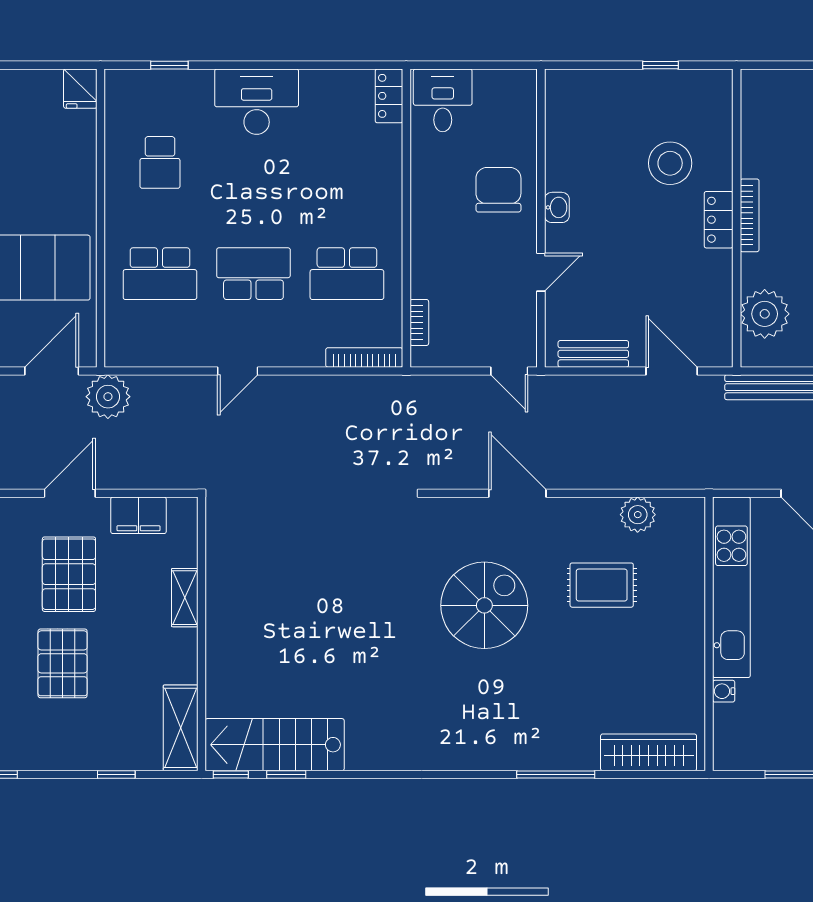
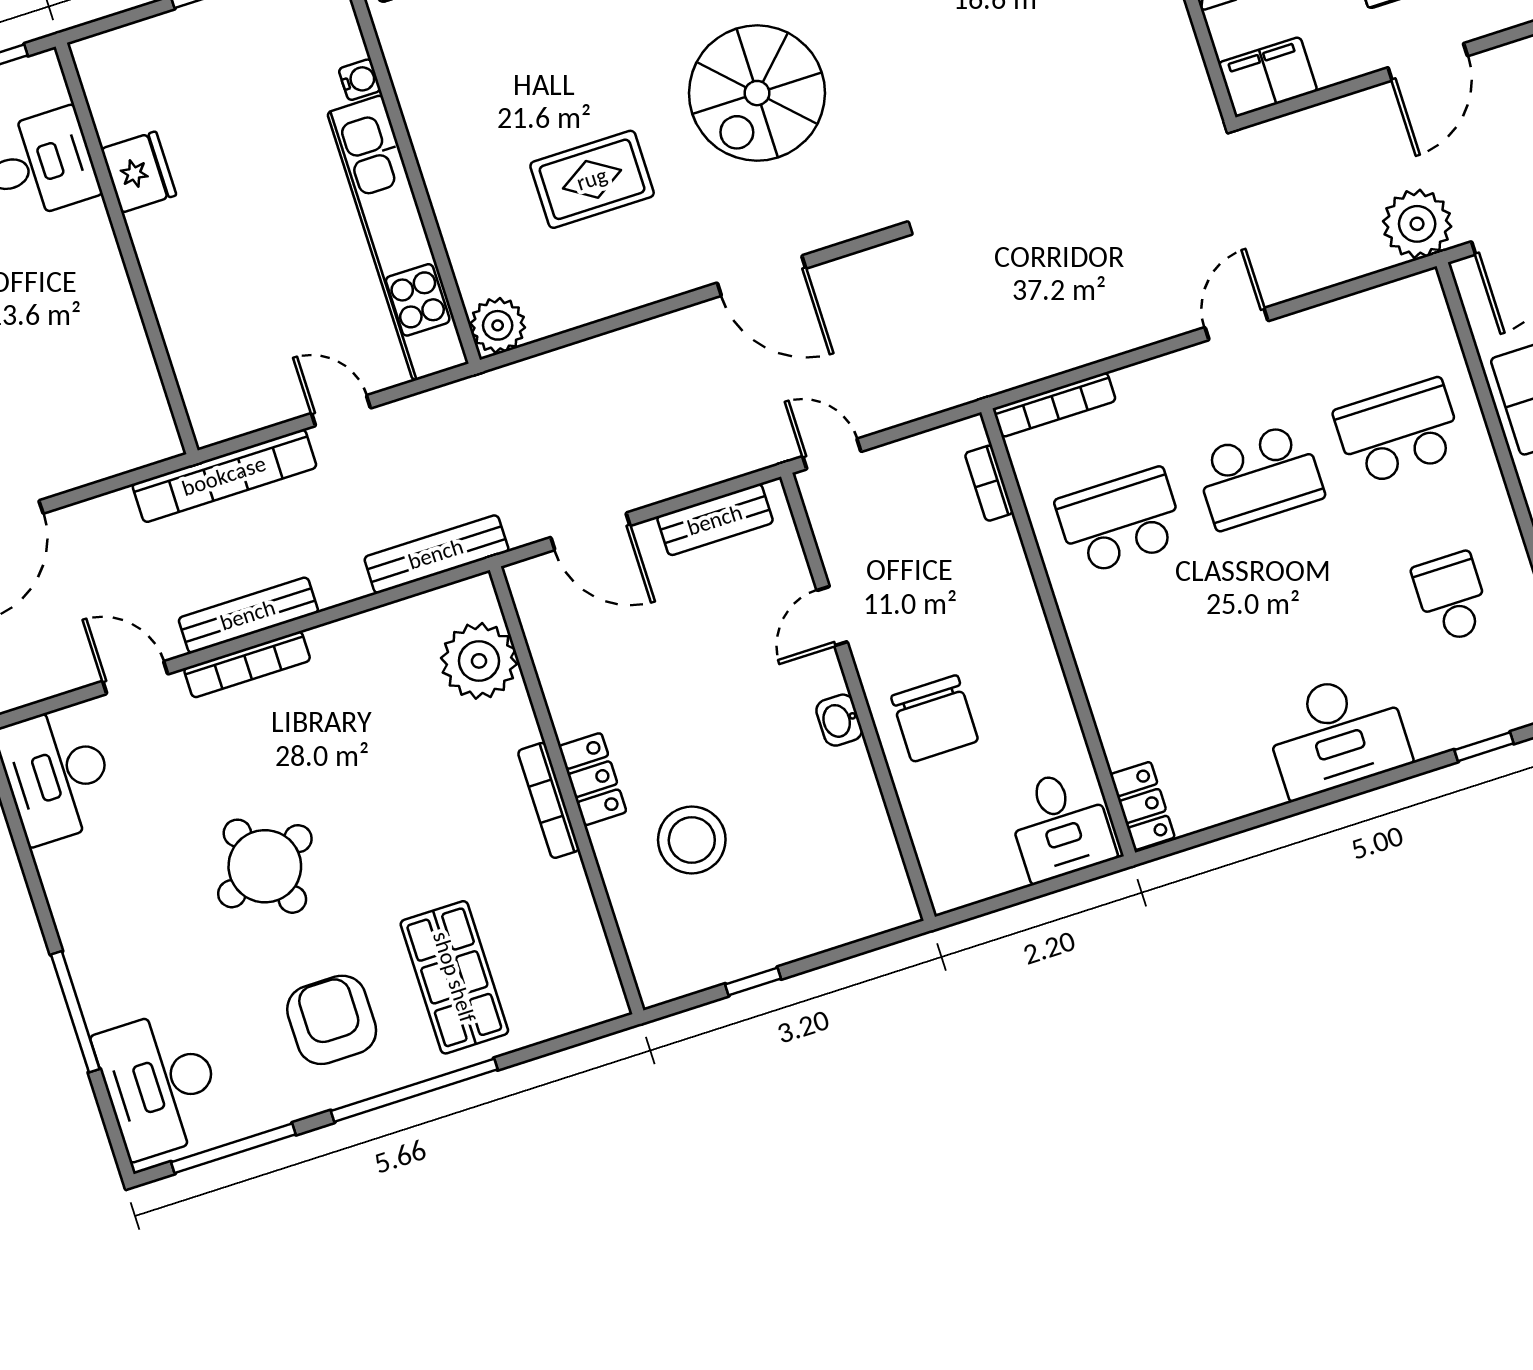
filing cabinet: (138, 515) -> (1268, 77), moved
plant: (638, 515) -> (498, 325), moved

